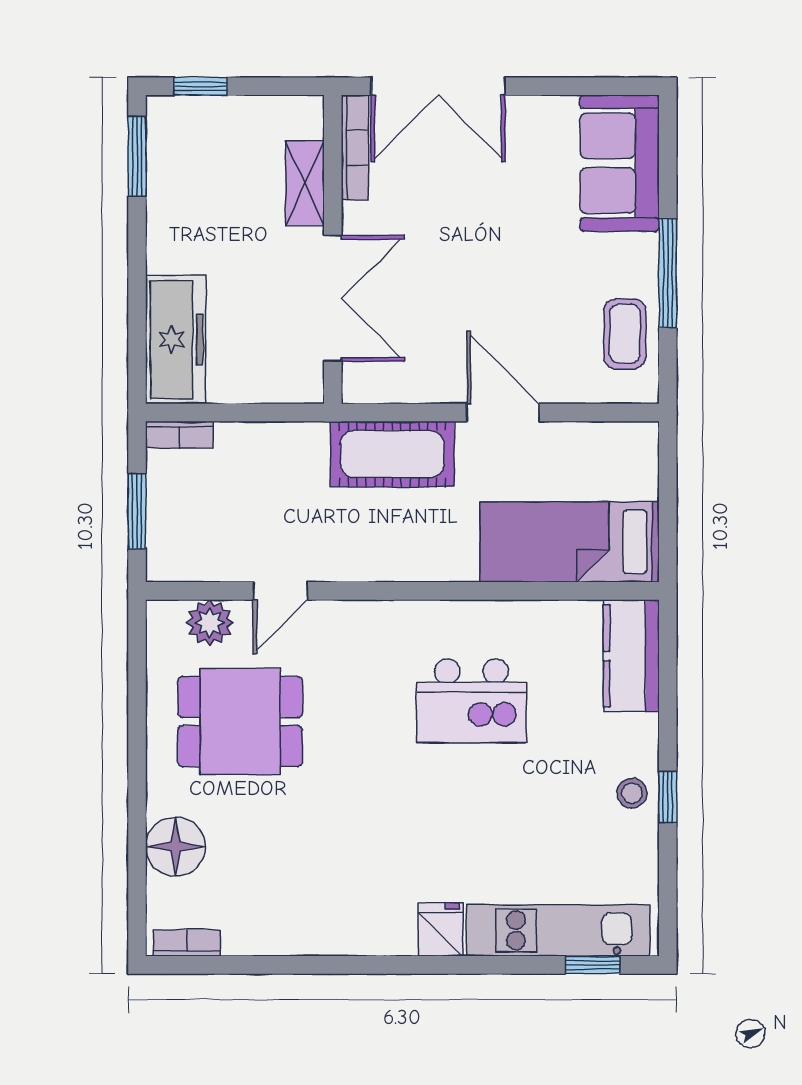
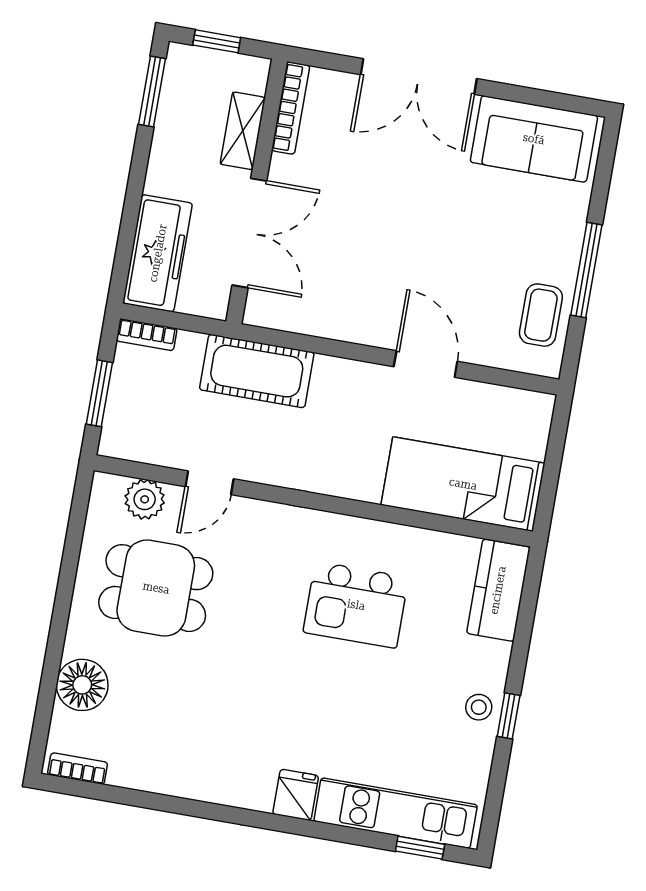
bookcase: (355, 147) -> (291, 108), moved
sofa: (620, 163) -> (534, 139), moved, turned -90
shelving: (305, 183) -> (243, 131), moved
wall: (333, 249) -> (257, 191), moved
double door: (333, 298) -> (249, 233), moved
cot: (392, 454) -> (257, 371), moved

